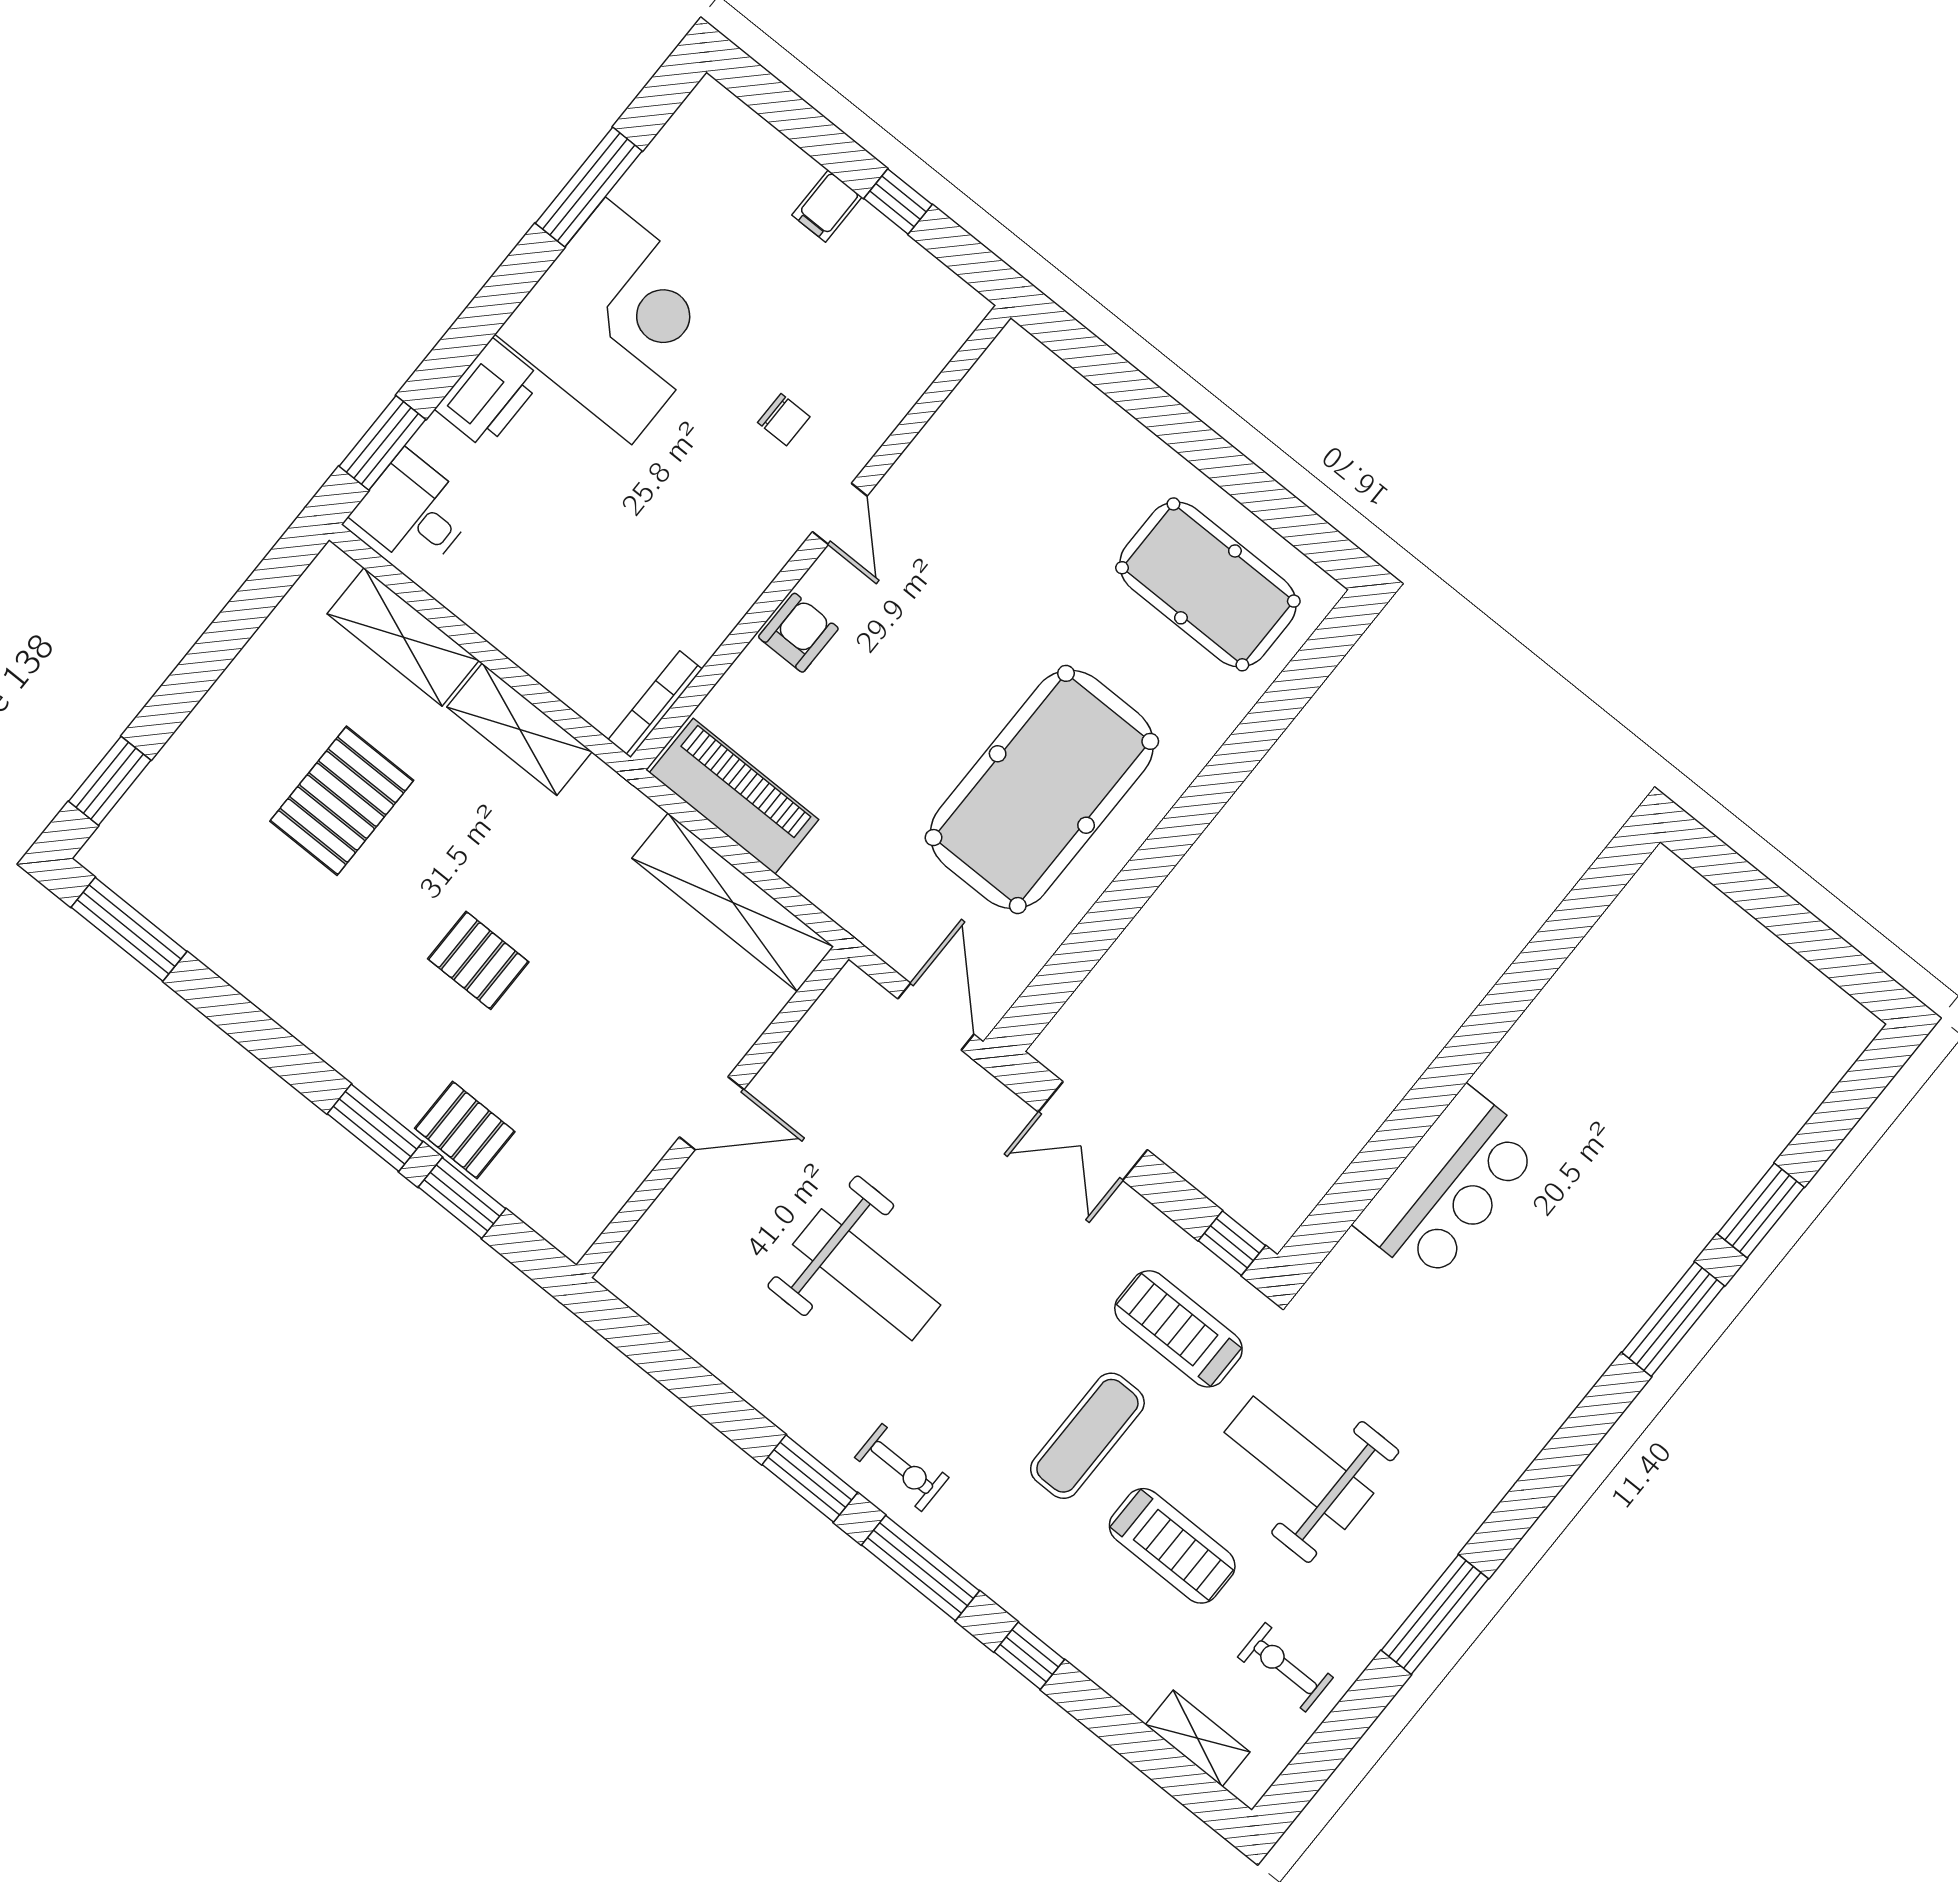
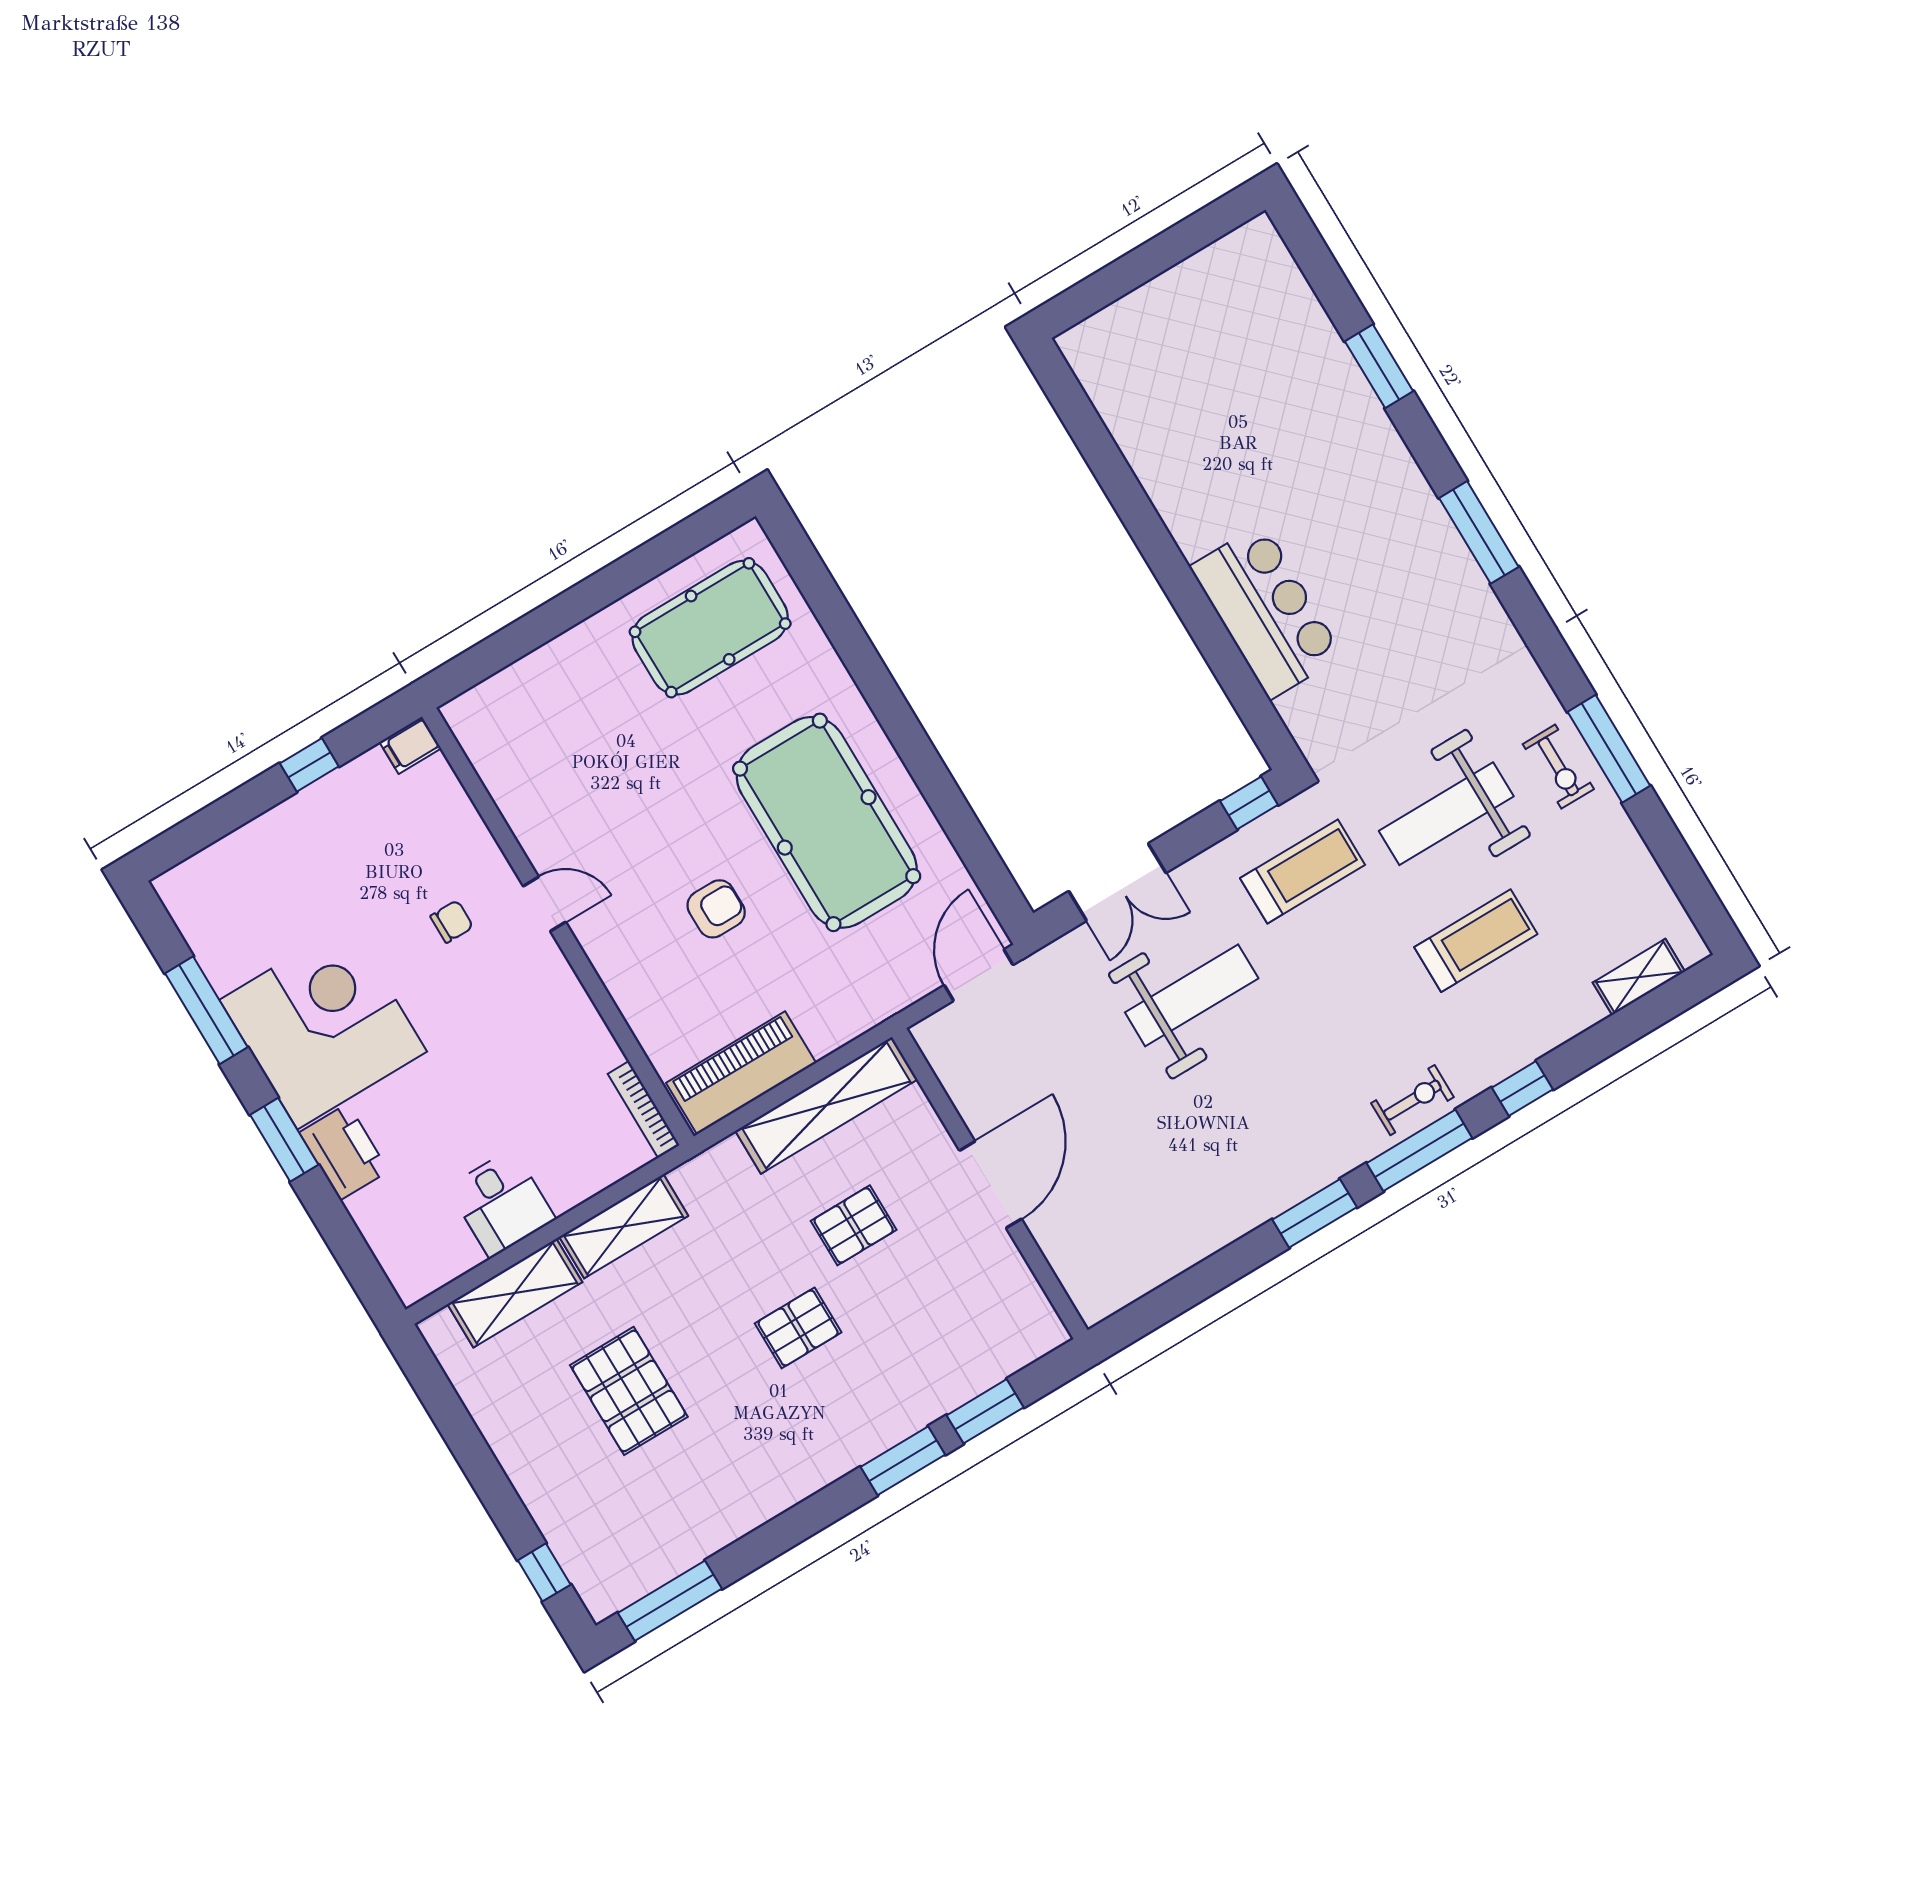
filing cabinet: (827, 206) -> (410, 745), moved, turned 90
window: (382, 443) -> (284, 1140), moved
desk: (414, 512) -> (501, 1203), moved, turned -90
armchair: (798, 633) -> (716, 909), moved, turned 90
window: (110, 781) -> (544, 1572), width x0.67
door: (936, 1017) -> (979, 975), hinge flipped
door: (712, 1113) -> (991, 1185), width x1.36
pallet: (465, 1130) -> (854, 1225), moved
weight bench: (867, 1275) -> (1192, 995), moved
window: (1673, 1319) -> (1479, 532), moved
treadmill: (1178, 1329) -> (1303, 871), turned 180
exercise mat: (1087, 1436) -> (1362, 977), removed
exercise bike: (902, 1467) -> (1412, 1100), moved
exercise bike: (1285, 1667) -> (1558, 767), moved, turned -90

